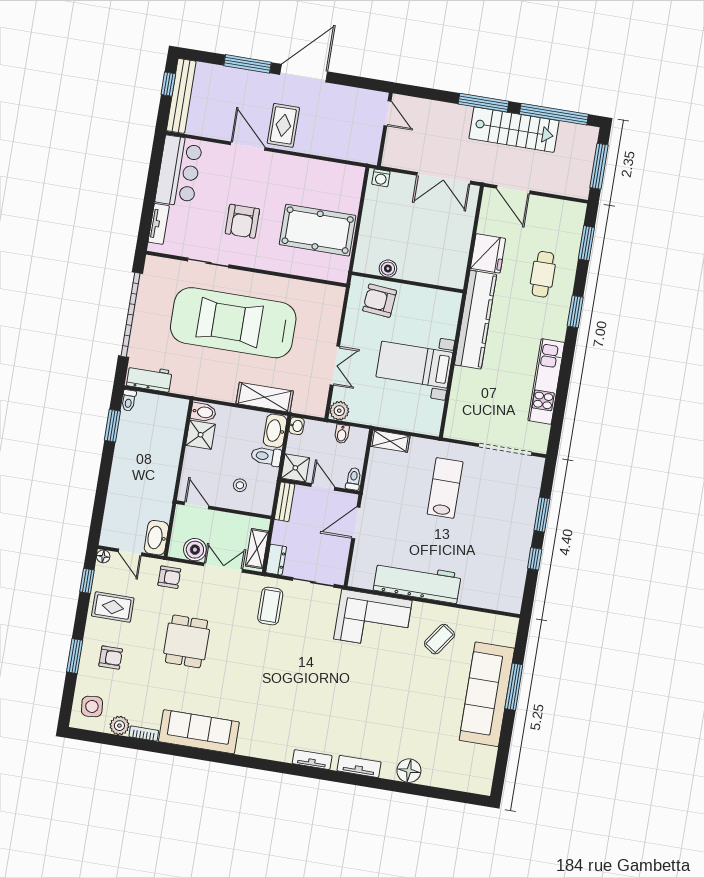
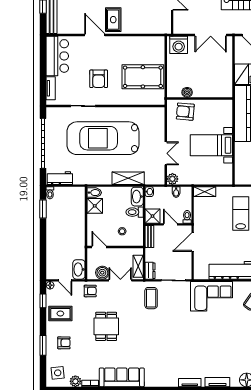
washing machine: (381, 178) -> (179, 45), width x1.89, depth x1.89

